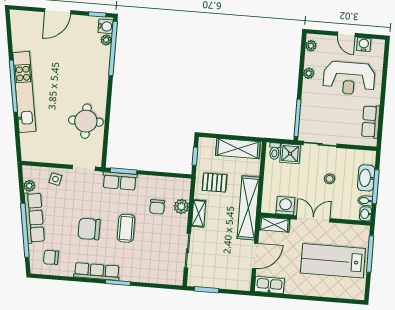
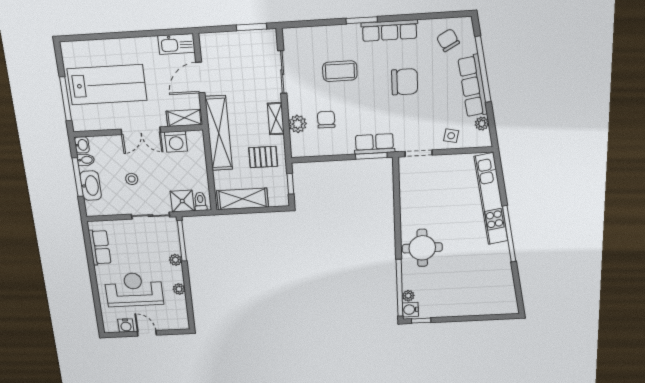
door: (58, 11) -> (465, 319), removed
plant: (311, 46) -> (175, 260), moved
kitchen unit: (24, 92) -> (491, 199), moved
round table: (86, 121) -> (422, 248), moved
coffee table: (126, 228) -> (340, 71), moved, turned 90
chair: (51, 257) -> (448, 40), turned -118

